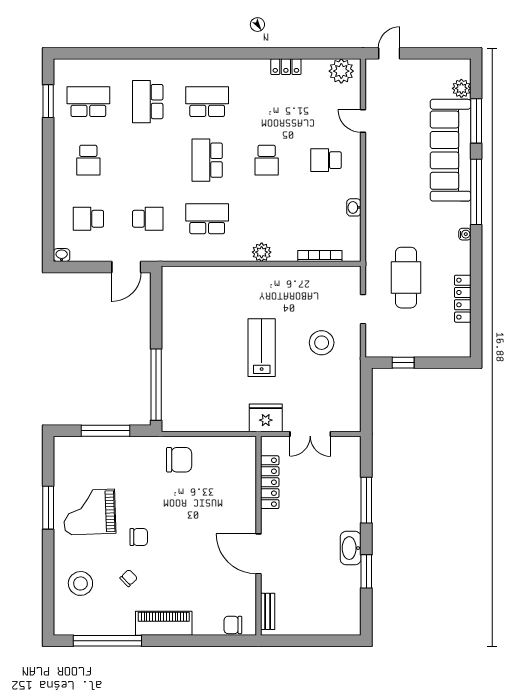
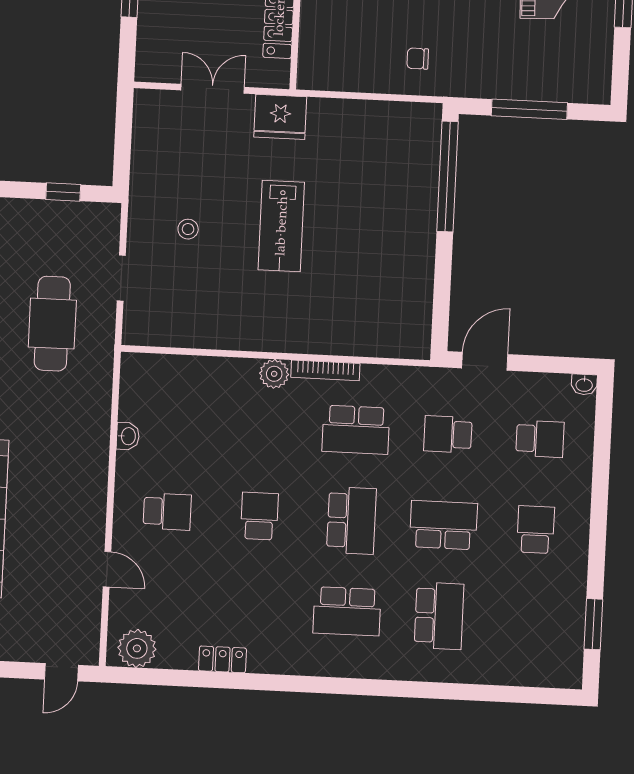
school desk: (88, 102) -> (443, 525), moved, turned 180
bookcase: (320, 256) -> (325, 370), moved
stool: (322, 343) -> (188, 229), width x0.53, depth x0.53
chair: (179, 460) -> (418, 59), width x0.54, depth x0.54

